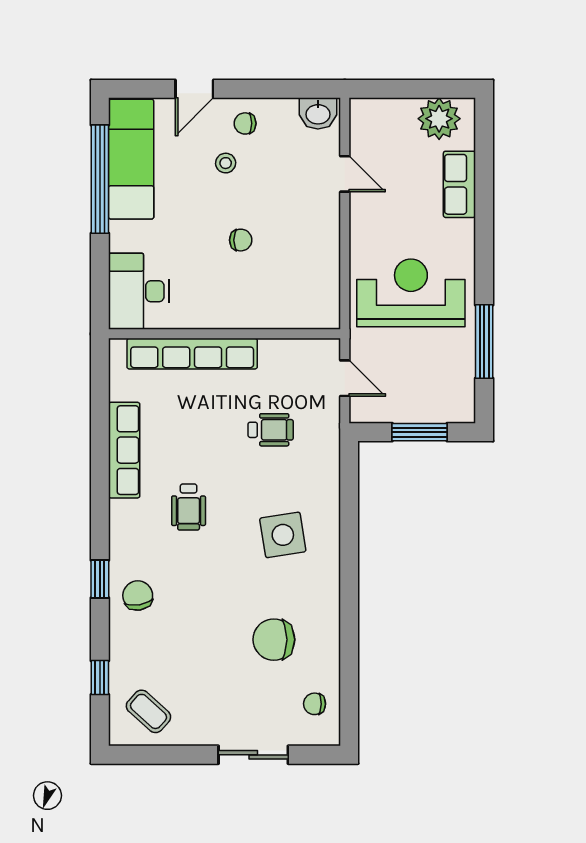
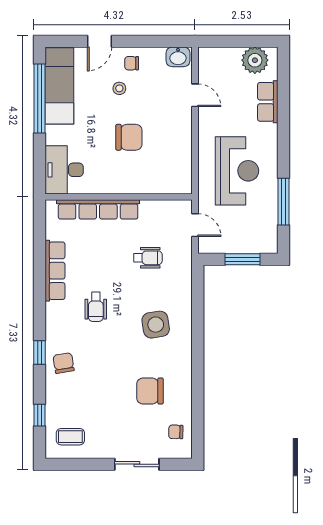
chair: (241, 240) -> (129, 137), width x1.87, depth x1.87
reception desk: (411, 293) -> (237, 171), turned 90
coffee table: (148, 711) -> (70, 437), turned -42

